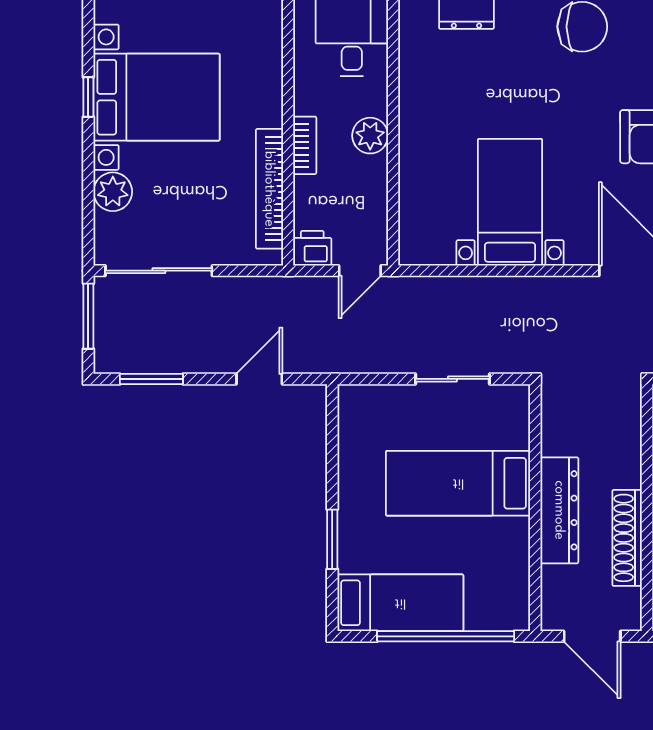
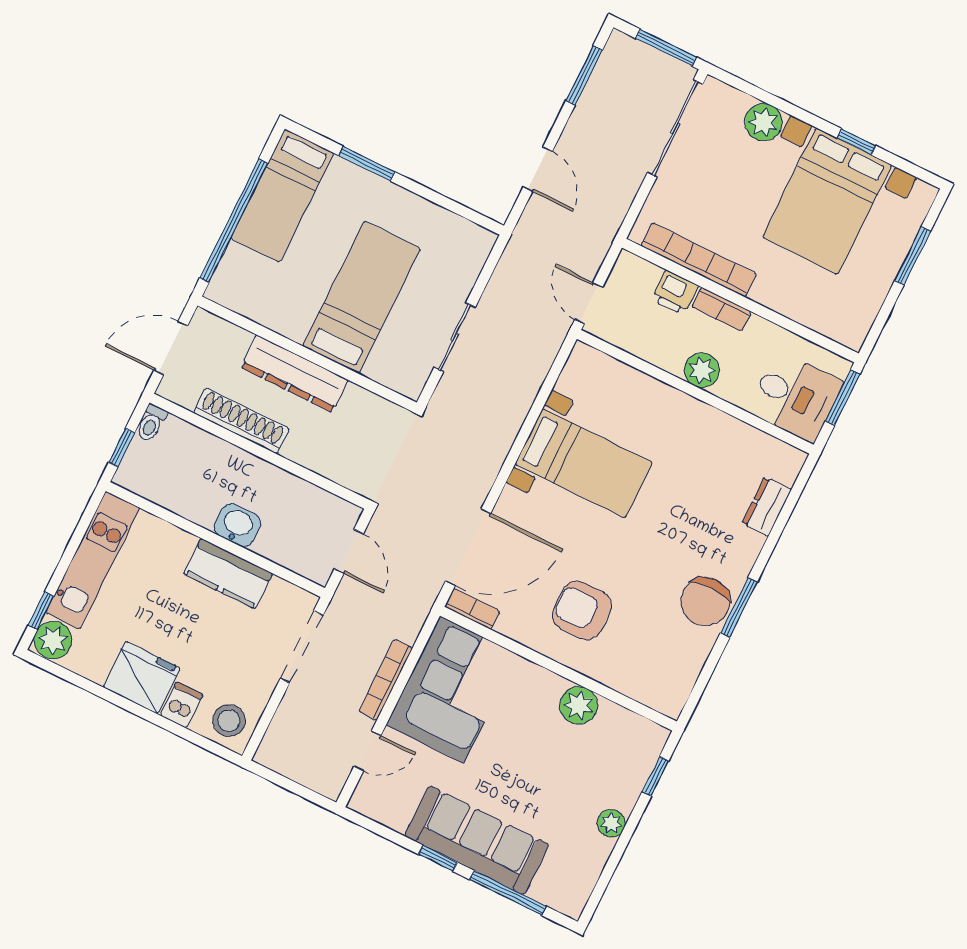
printer: (312, 248) -> (675, 292), moved, turned 90

